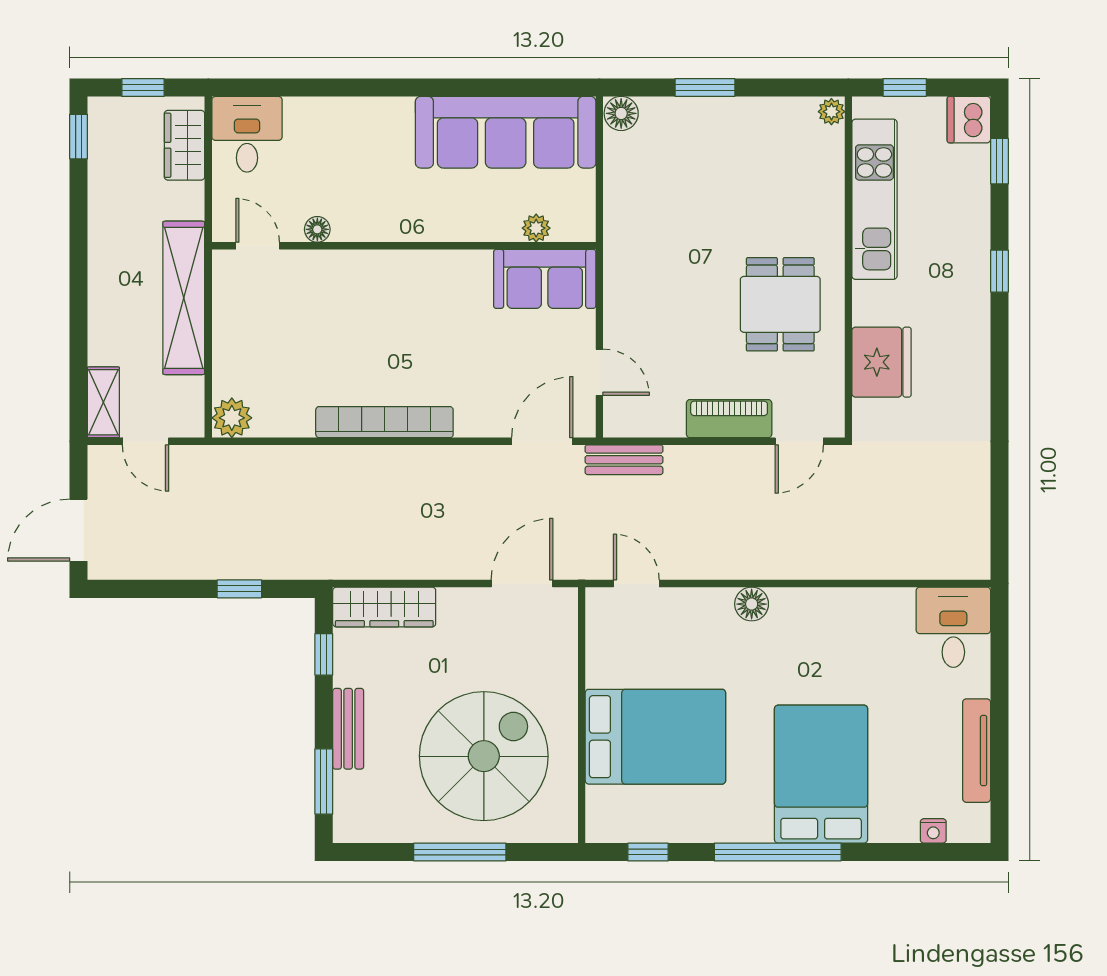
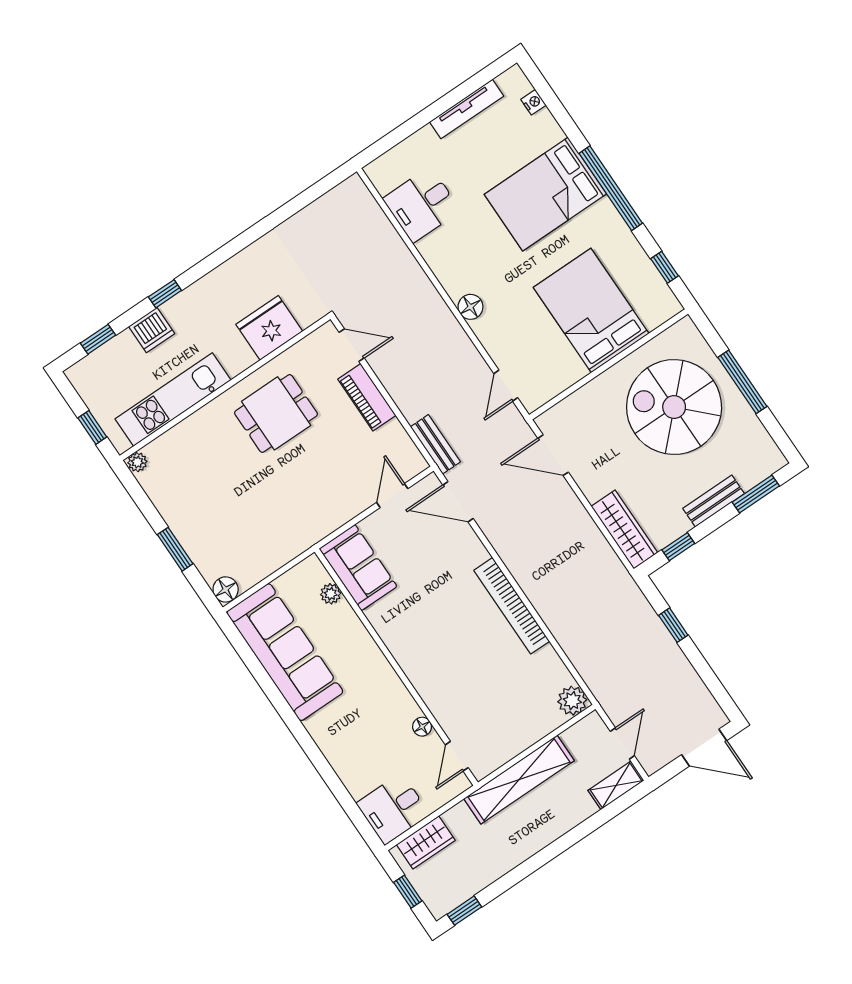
dishwasher: (969, 120) -> (152, 330), moved
desk: (953, 627) -> (422, 205), moved

